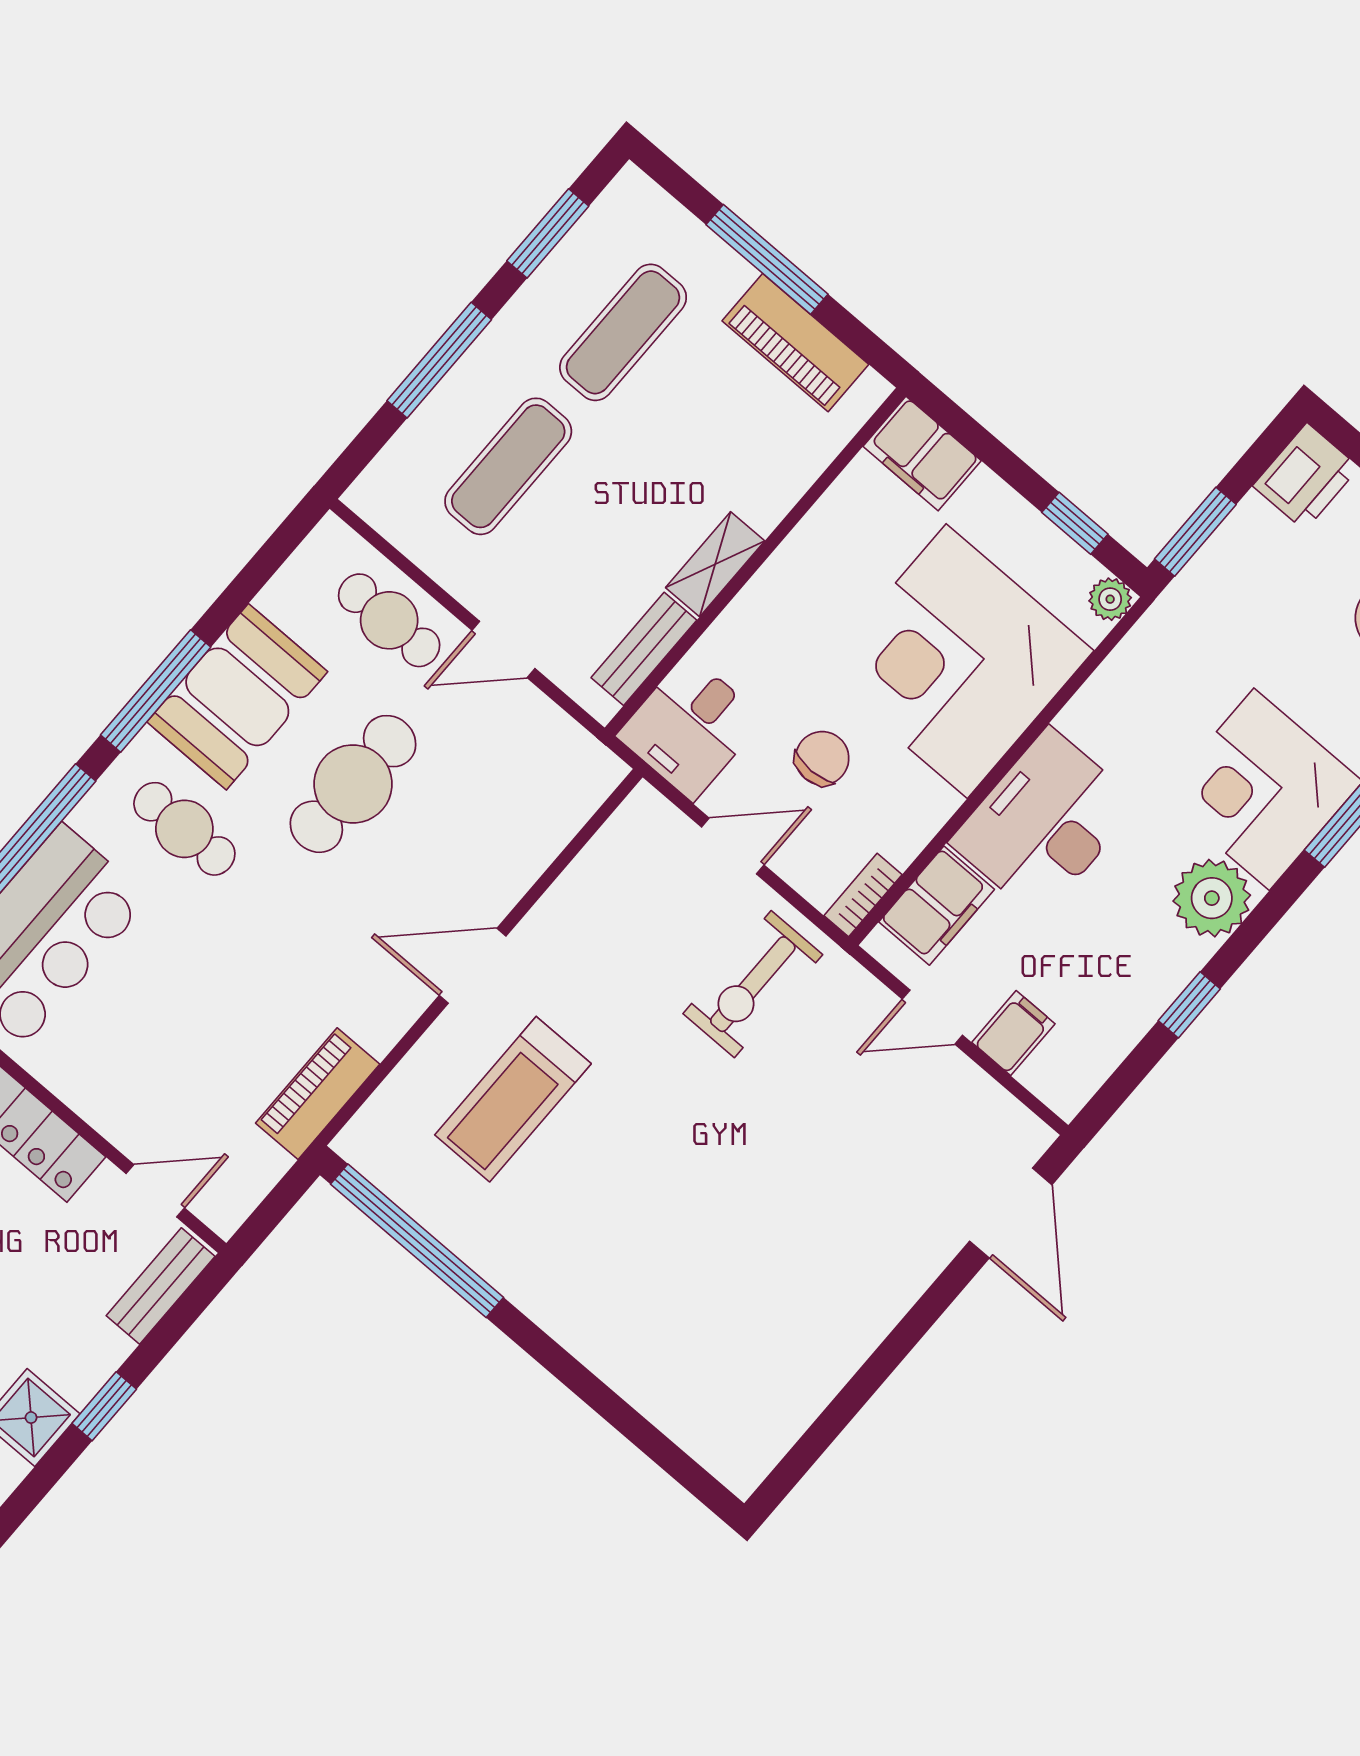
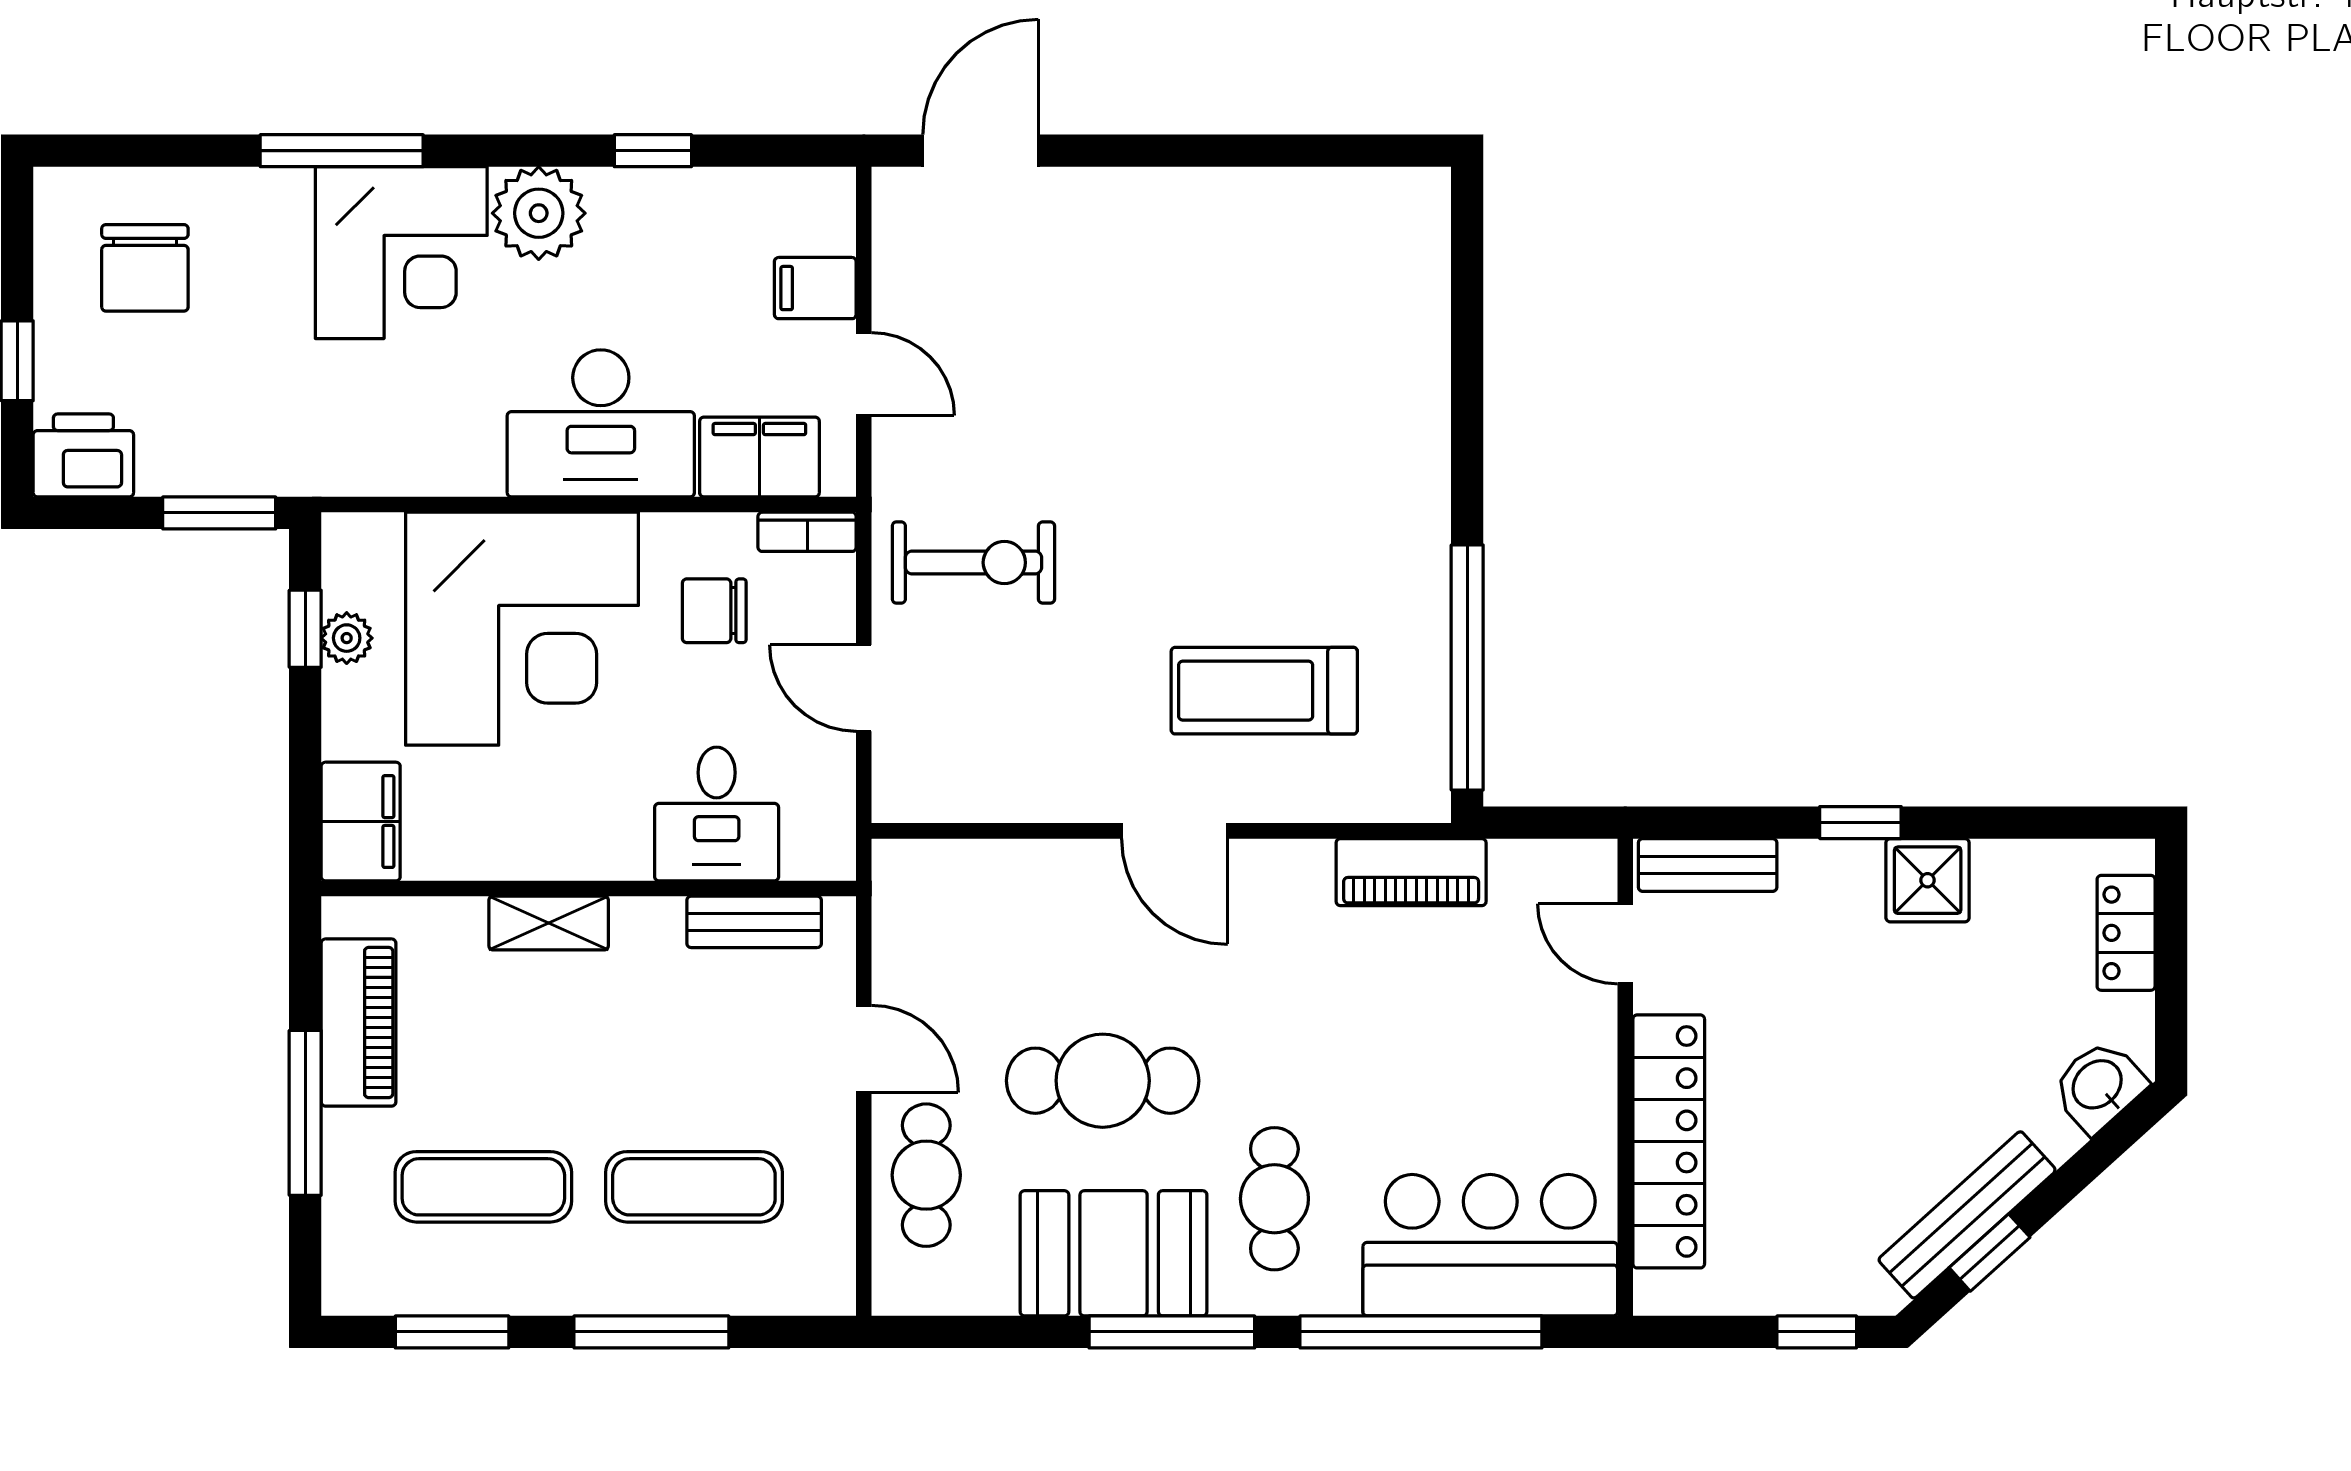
shelving: (715, 564) -> (549, 923), moved
plant: (1110, 599) -> (347, 638), moved
desk: (690, 727) -> (717, 814), moved, turned 90
chair: (822, 758) -> (714, 611), moved
treadmill: (513, 1099) -> (1264, 691), turned 180

